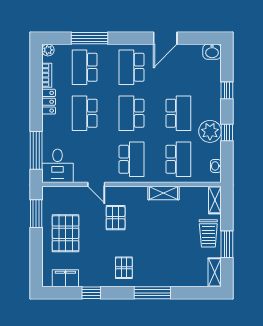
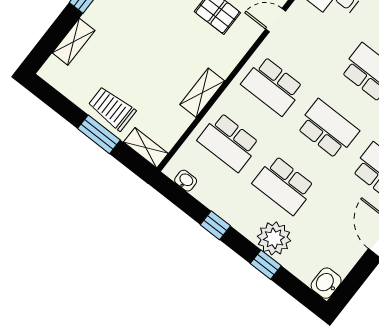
plant: (210, 131) -> (274, 238), moved
window: (227, 244) -> (99, 134), moved
shelving: (215, 272) -> (74, 42), moved, turned 90

